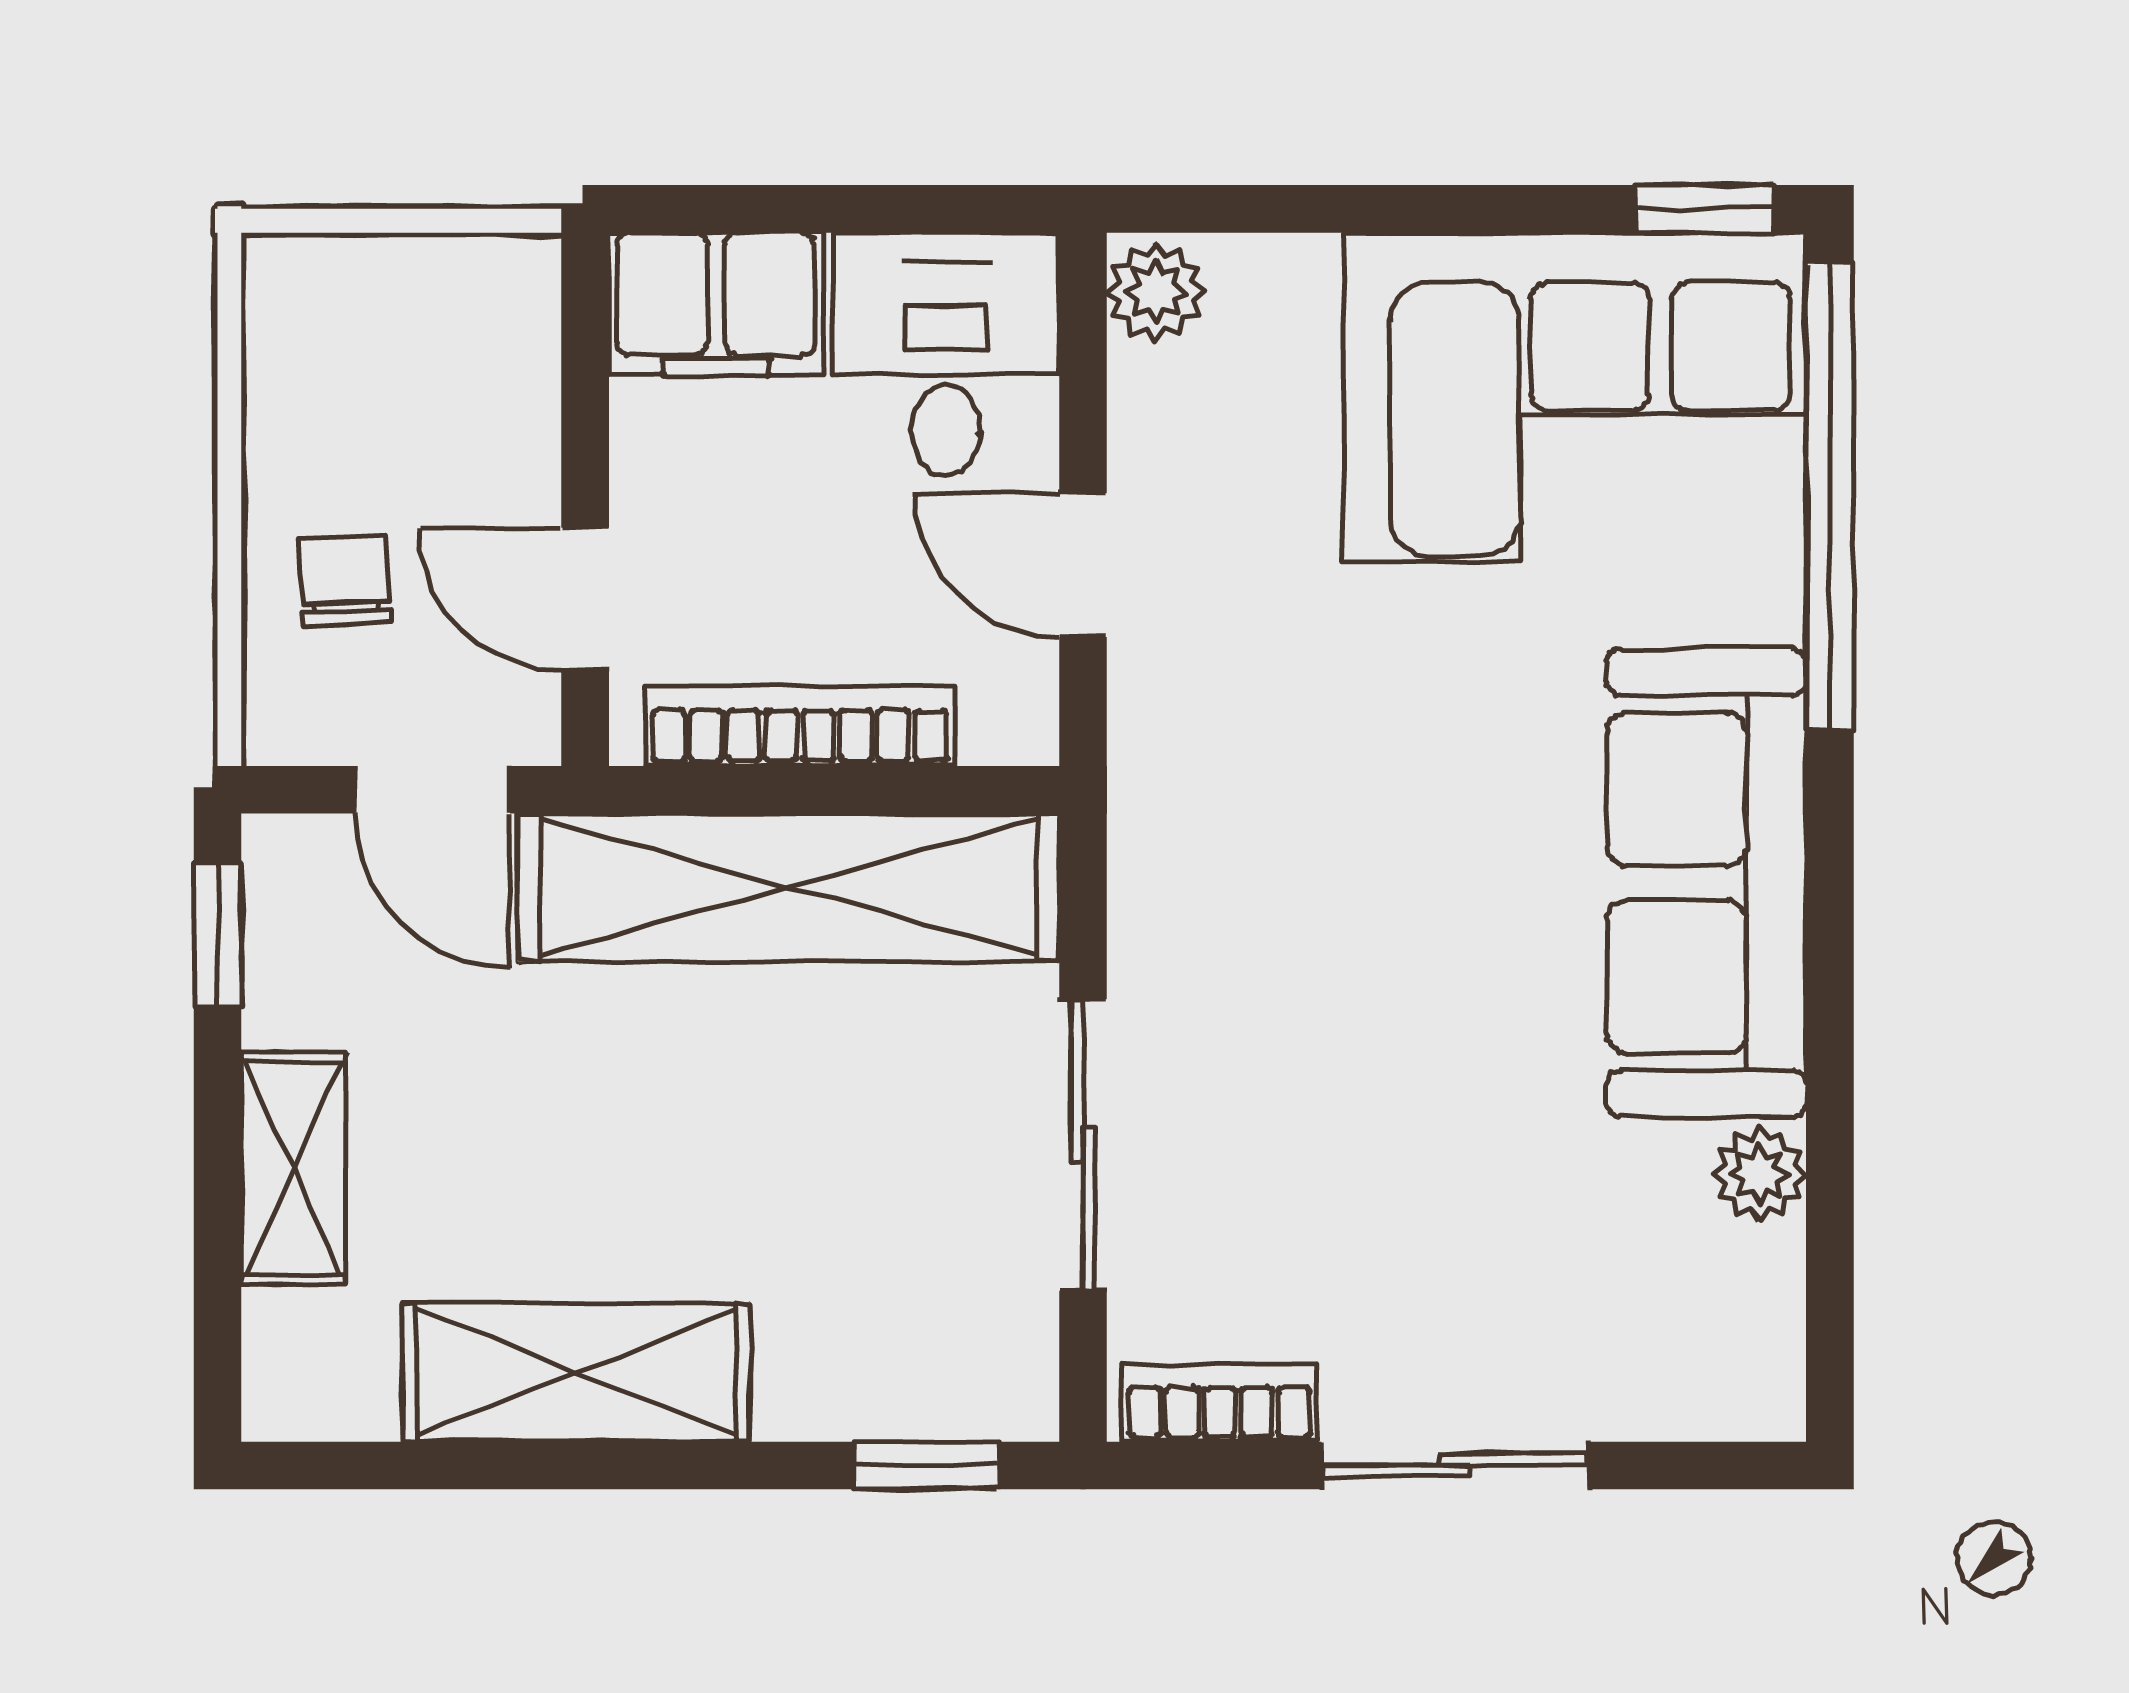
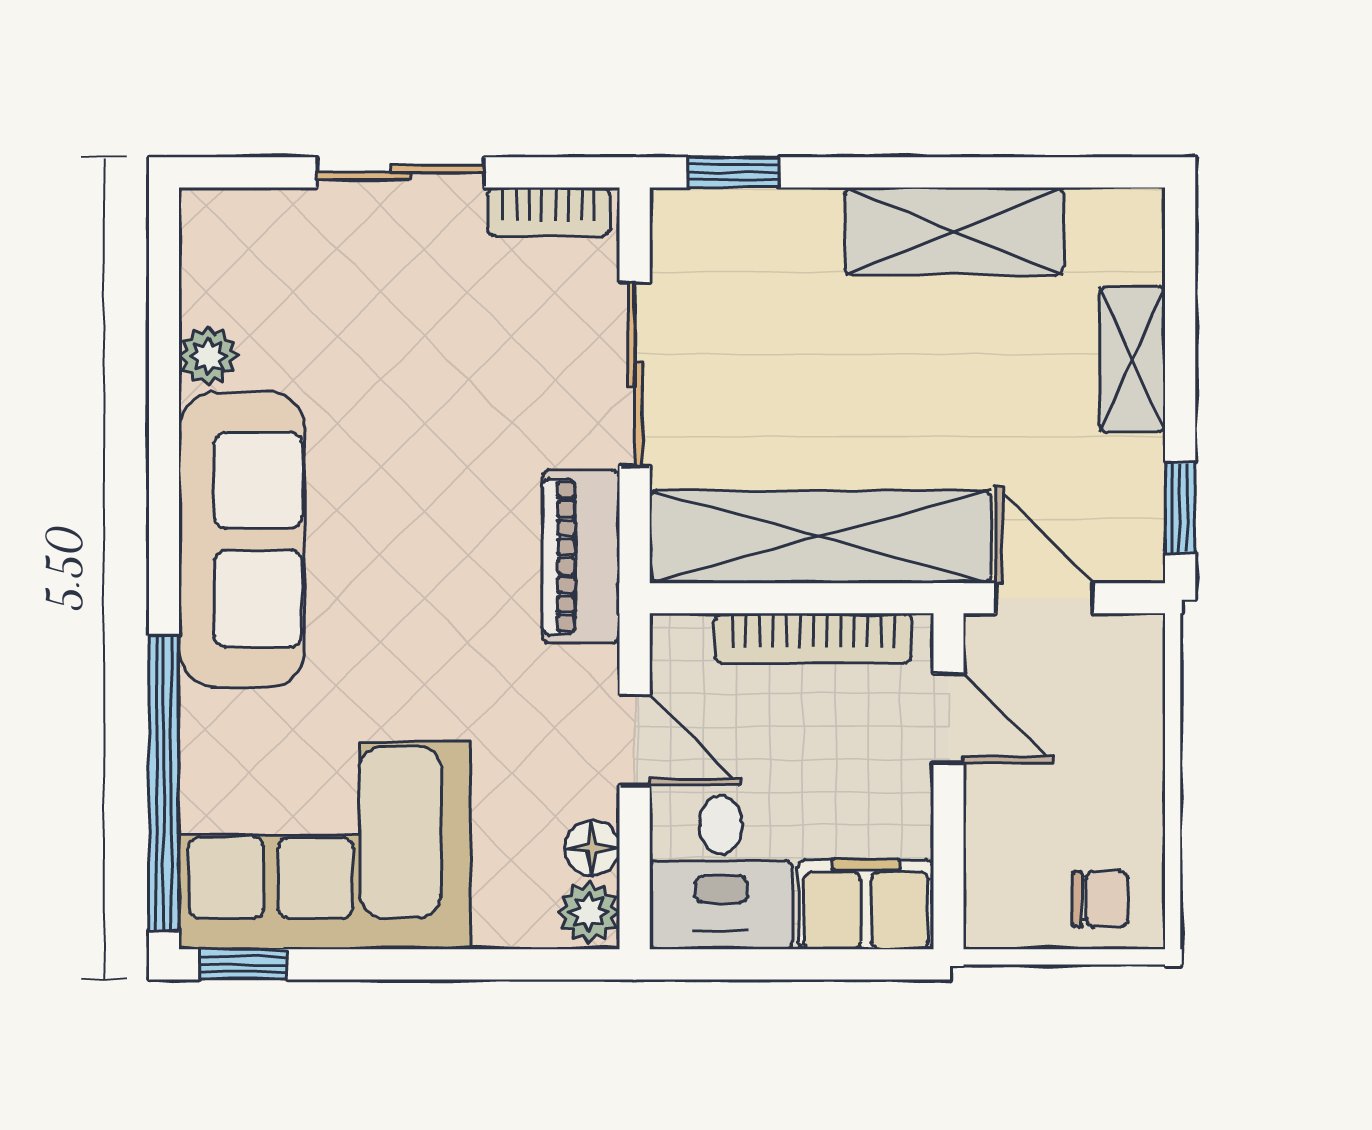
floor lamp: (1150, 394) -> (592, 848), added
chair: (345, 580) -> (1100, 899), moved, turned -87
piano: (1168, 856) -> (581, 556), added

